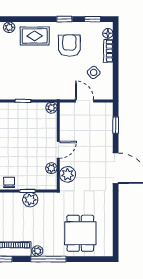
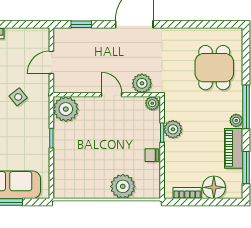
side table: (94, 72) -> (18, 97), moved
plant: (51, 108) -> (66, 109), width x1.88, depth x1.88
plant: (51, 168) -> (152, 103), moved
dining table: (80, 233) -> (214, 68), turned 90

